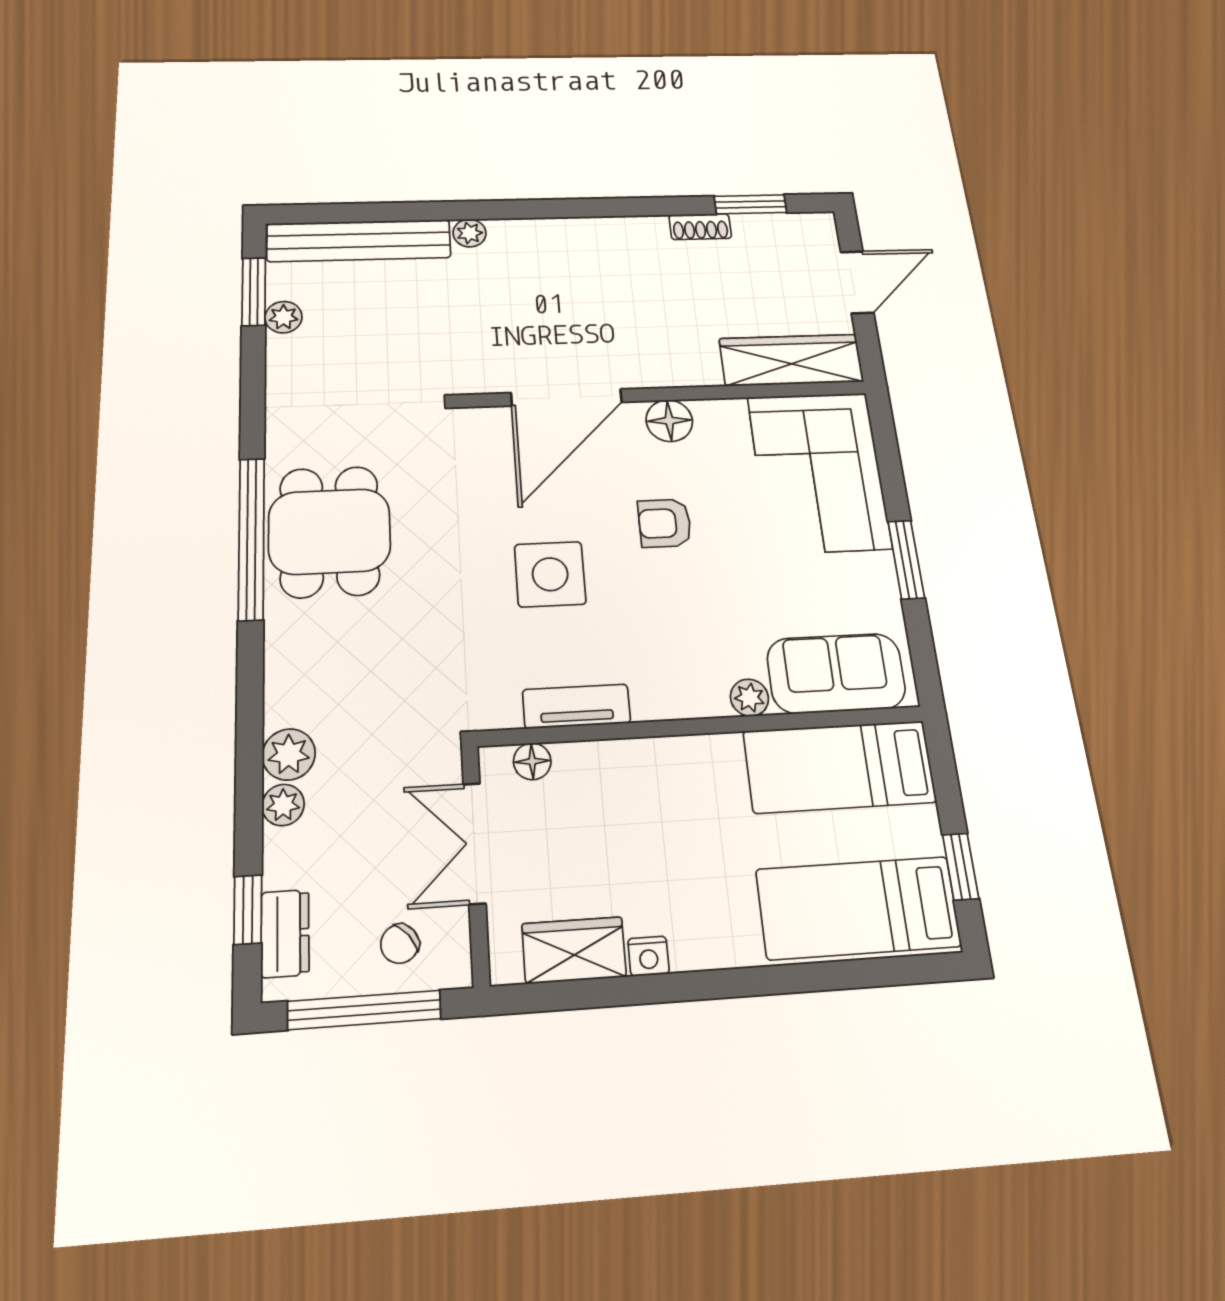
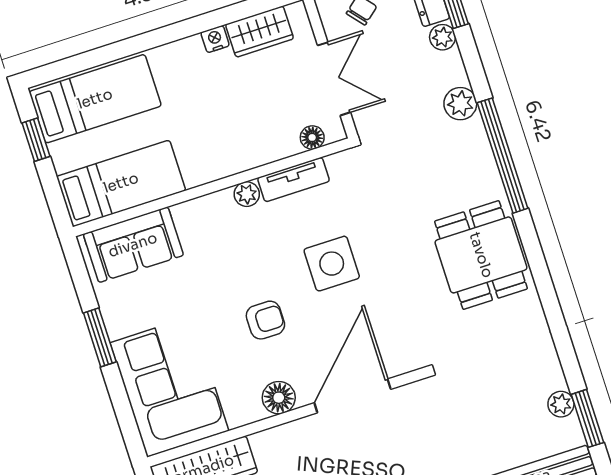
window: (251, 538) -> (503, 156), moved
plant: (749, 698) -> (247, 194), moved
plant: (283, 805) -> (443, 37), moved

